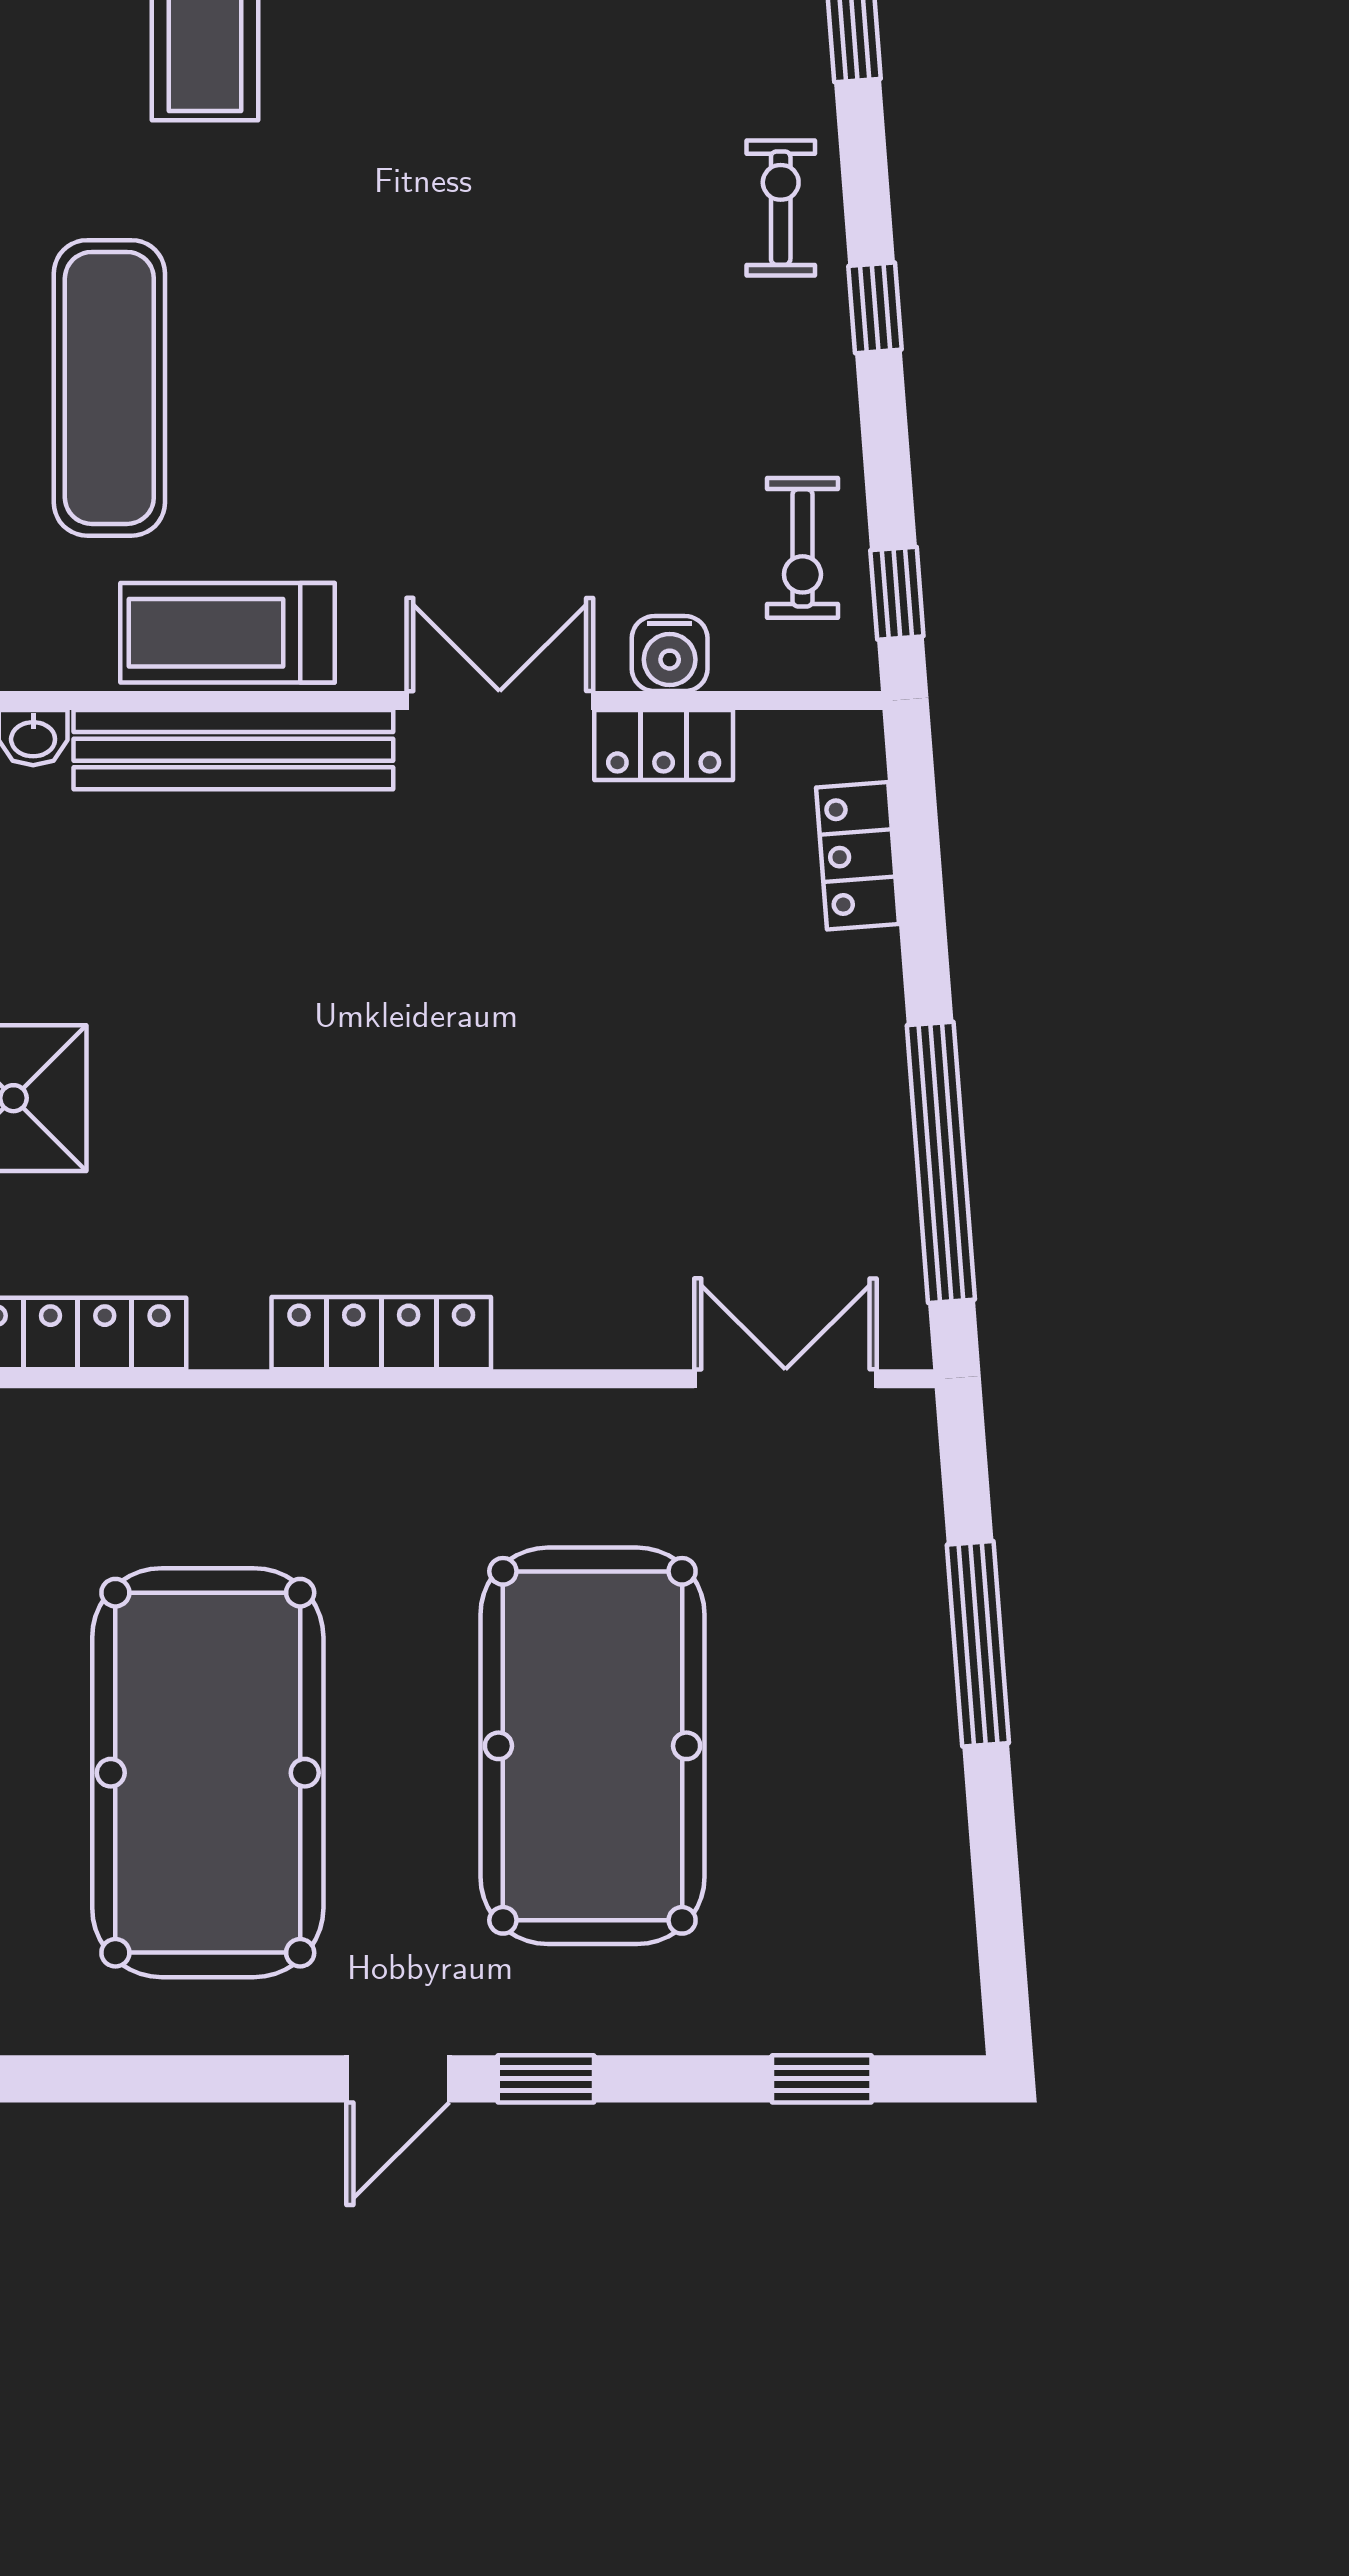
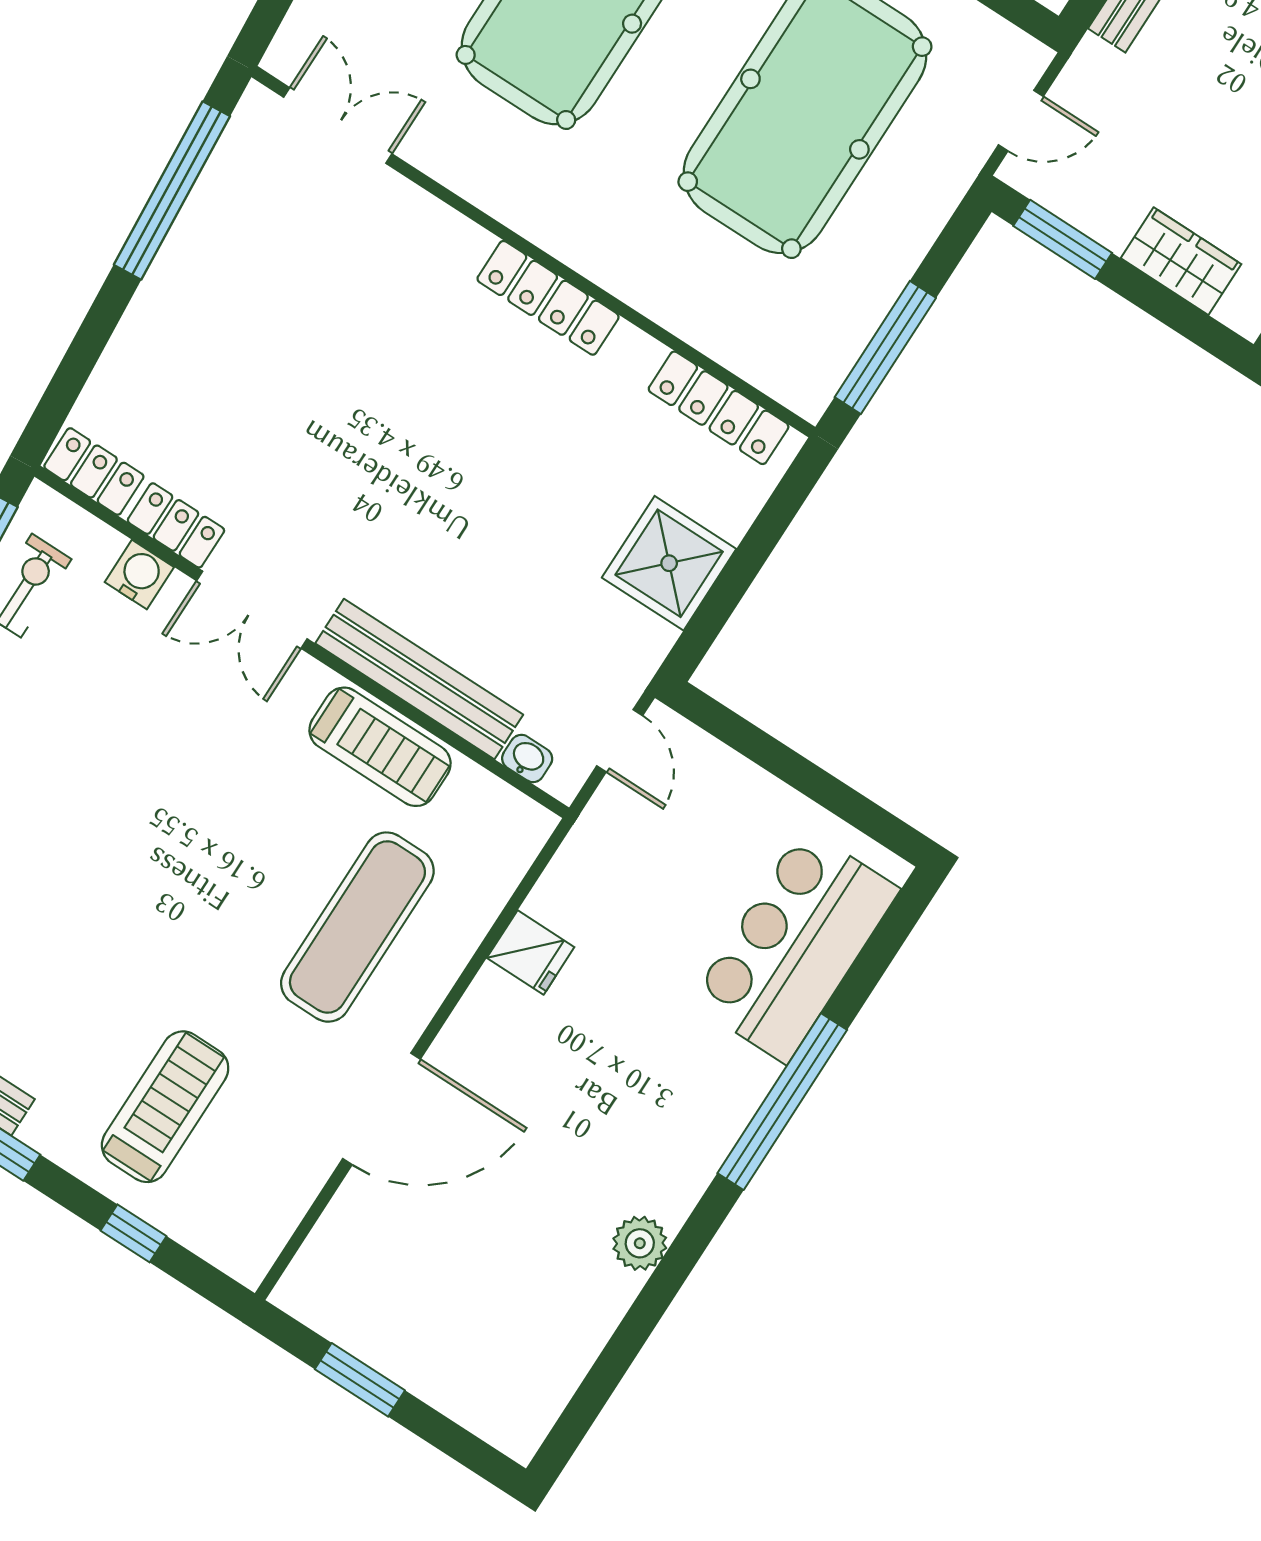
locker: (858, 856) -> (94, 471), moved, turned -86
double door: (785, 1379) -> (338, 125), swing flipped

